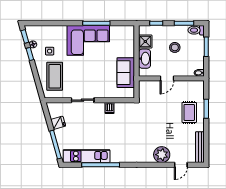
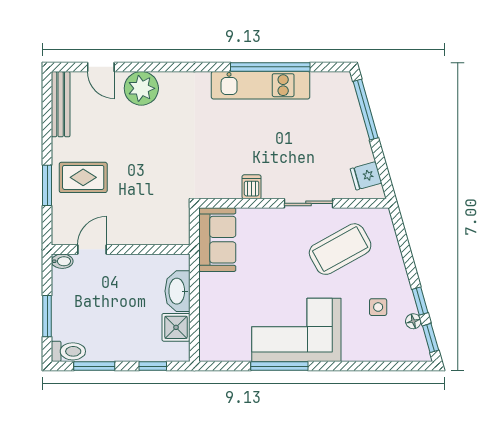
stool: (175, 47) -> (114, 315), removed
sofa: (126, 73) -> (217, 240), moved
coffee table: (55, 76) -> (340, 249), moved, turned 61
door: (167, 78) -> (92, 249), moved
rug: (189, 112) -> (83, 177), turned 90
fridge: (58, 123) -> (366, 176), moved
kitchen unit: (87, 156) -> (261, 85), moved
door: (181, 165) -> (101, 67), swing flipped

